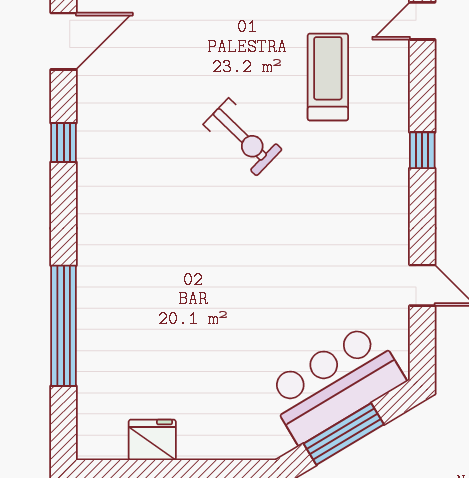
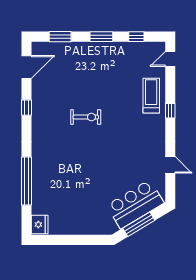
treadmill: (328, 77) -> (151, 96), moved
exercise bike: (243, 137) -> (86, 117), moved, turned -44
fridge: (152, 440) -> (40, 224), moved, turned 90

